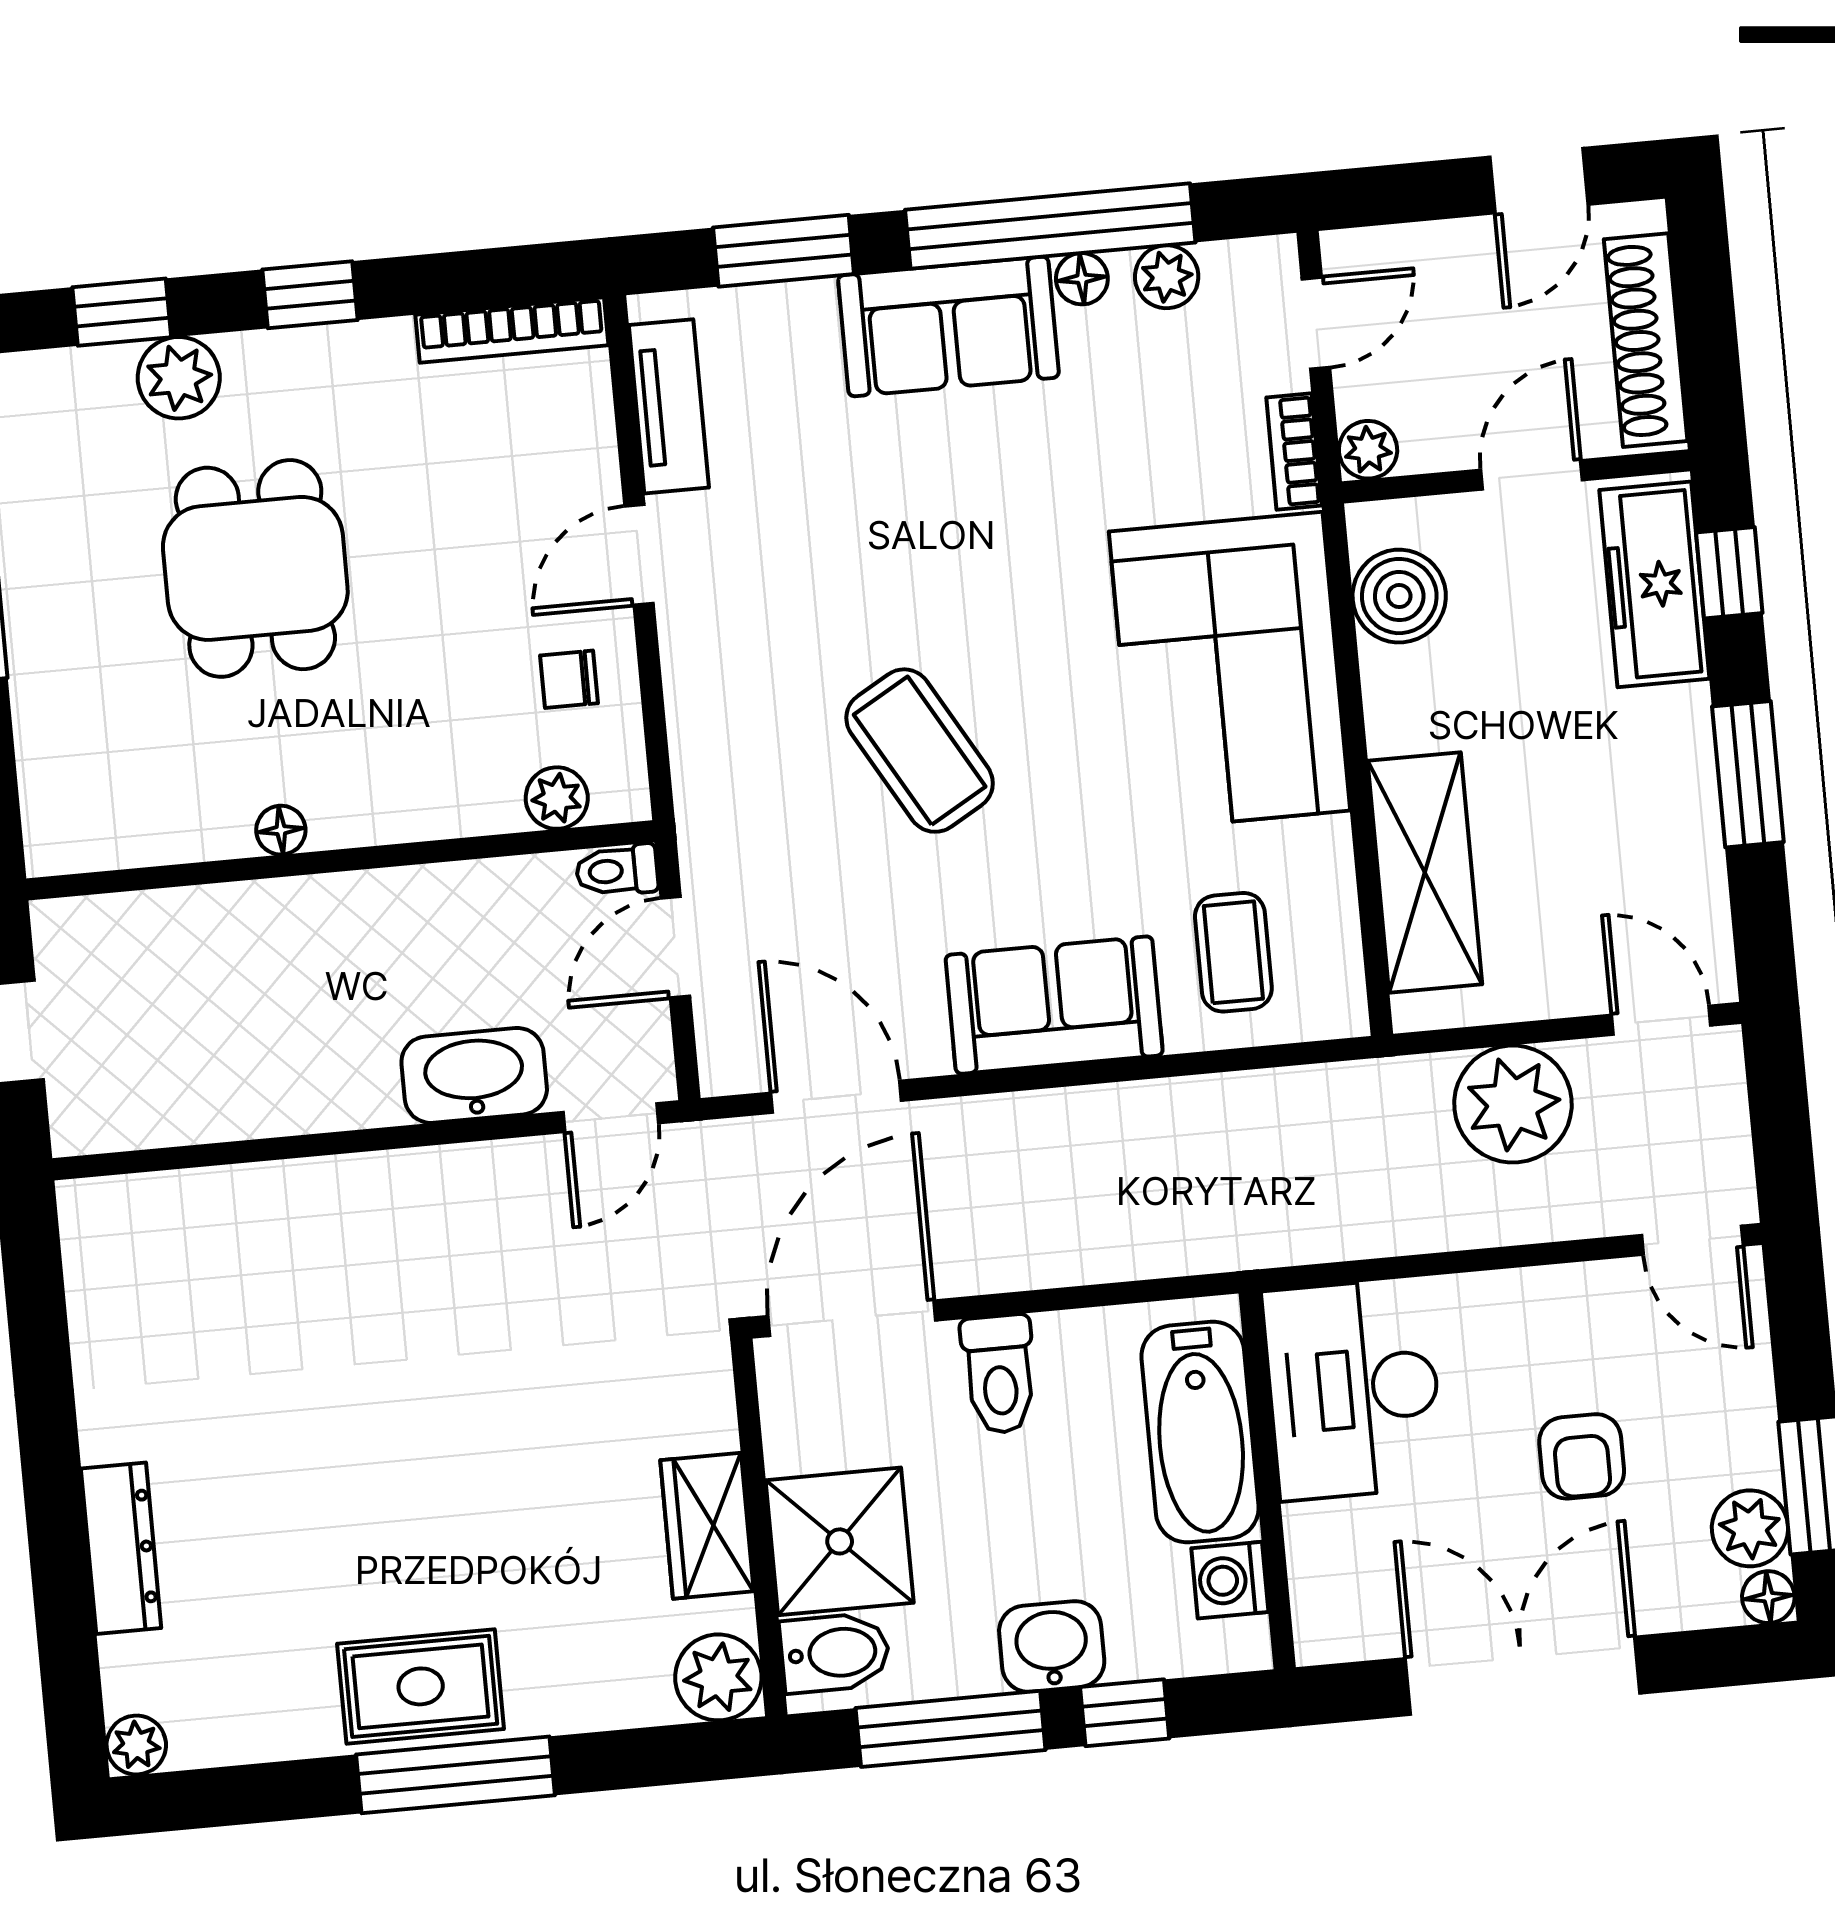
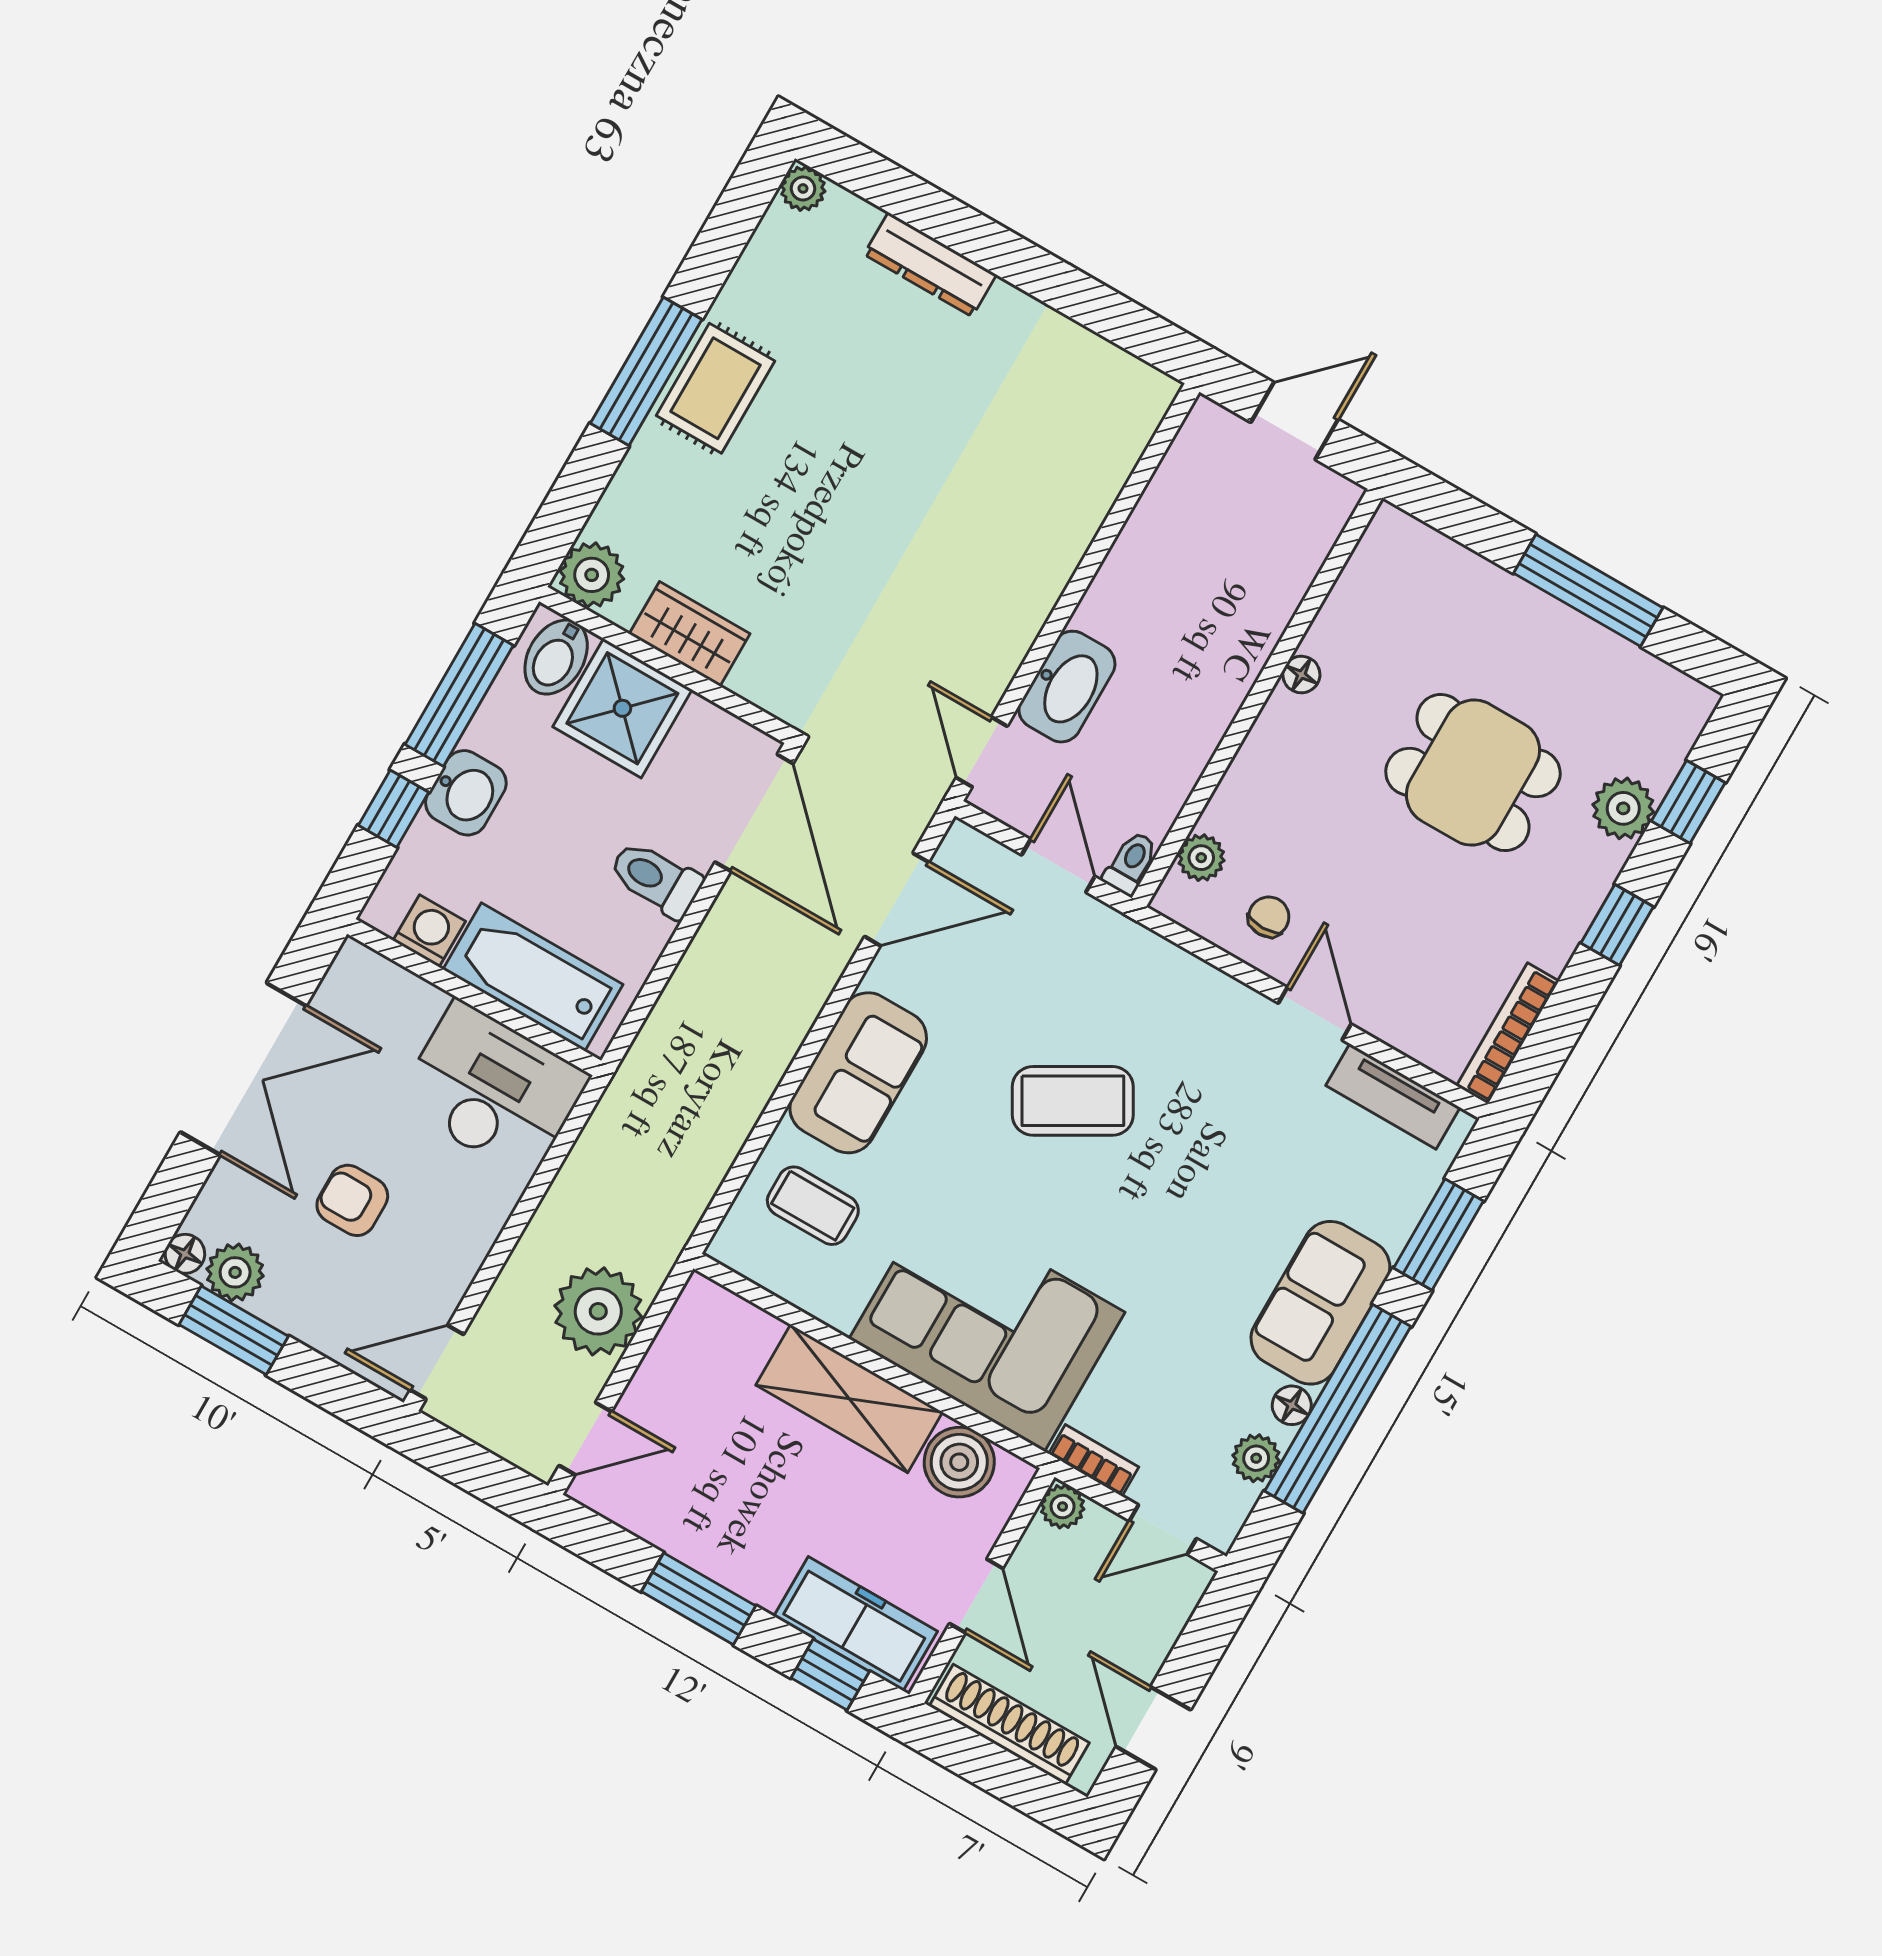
door: (1316, 323) -> (1163, 1530), hinge flipped
shelving: (1425, 872) -> (849, 1399), moved

